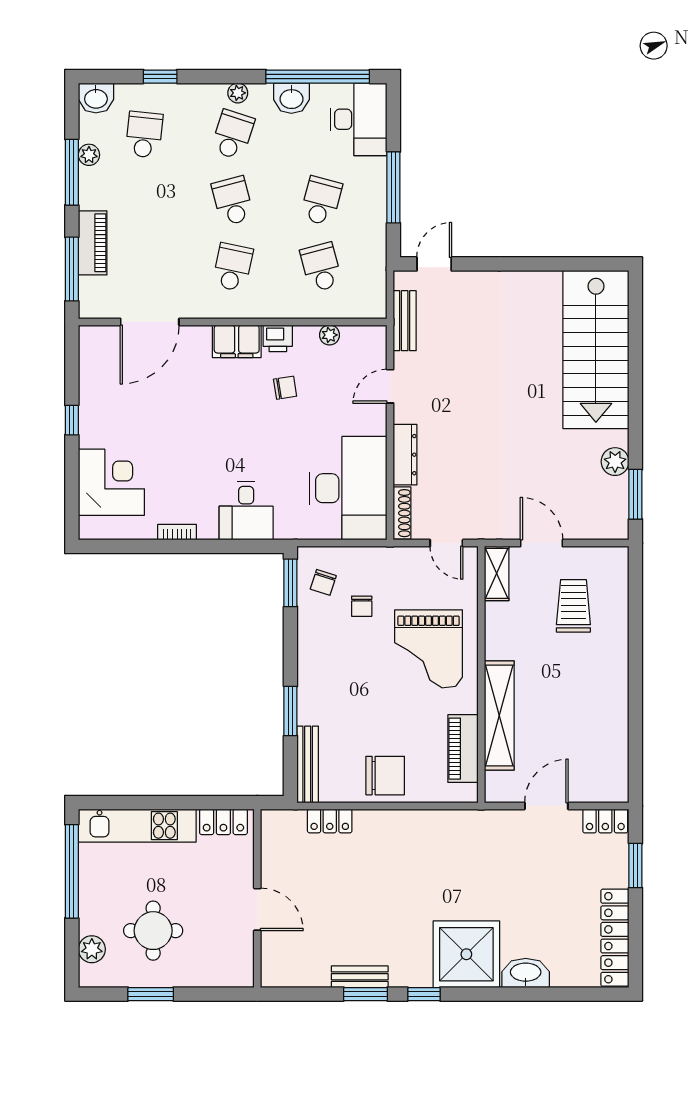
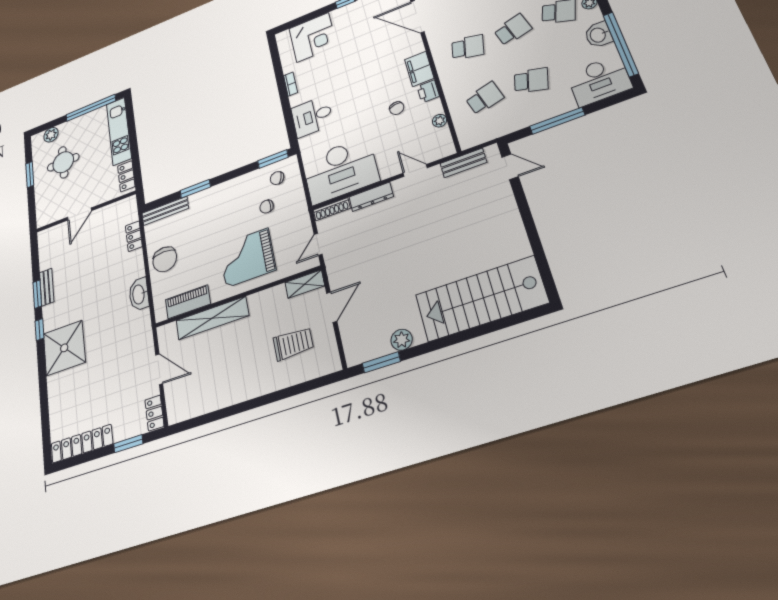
washbasin: (526, 973) -> (139, 294), moved, turned 180

